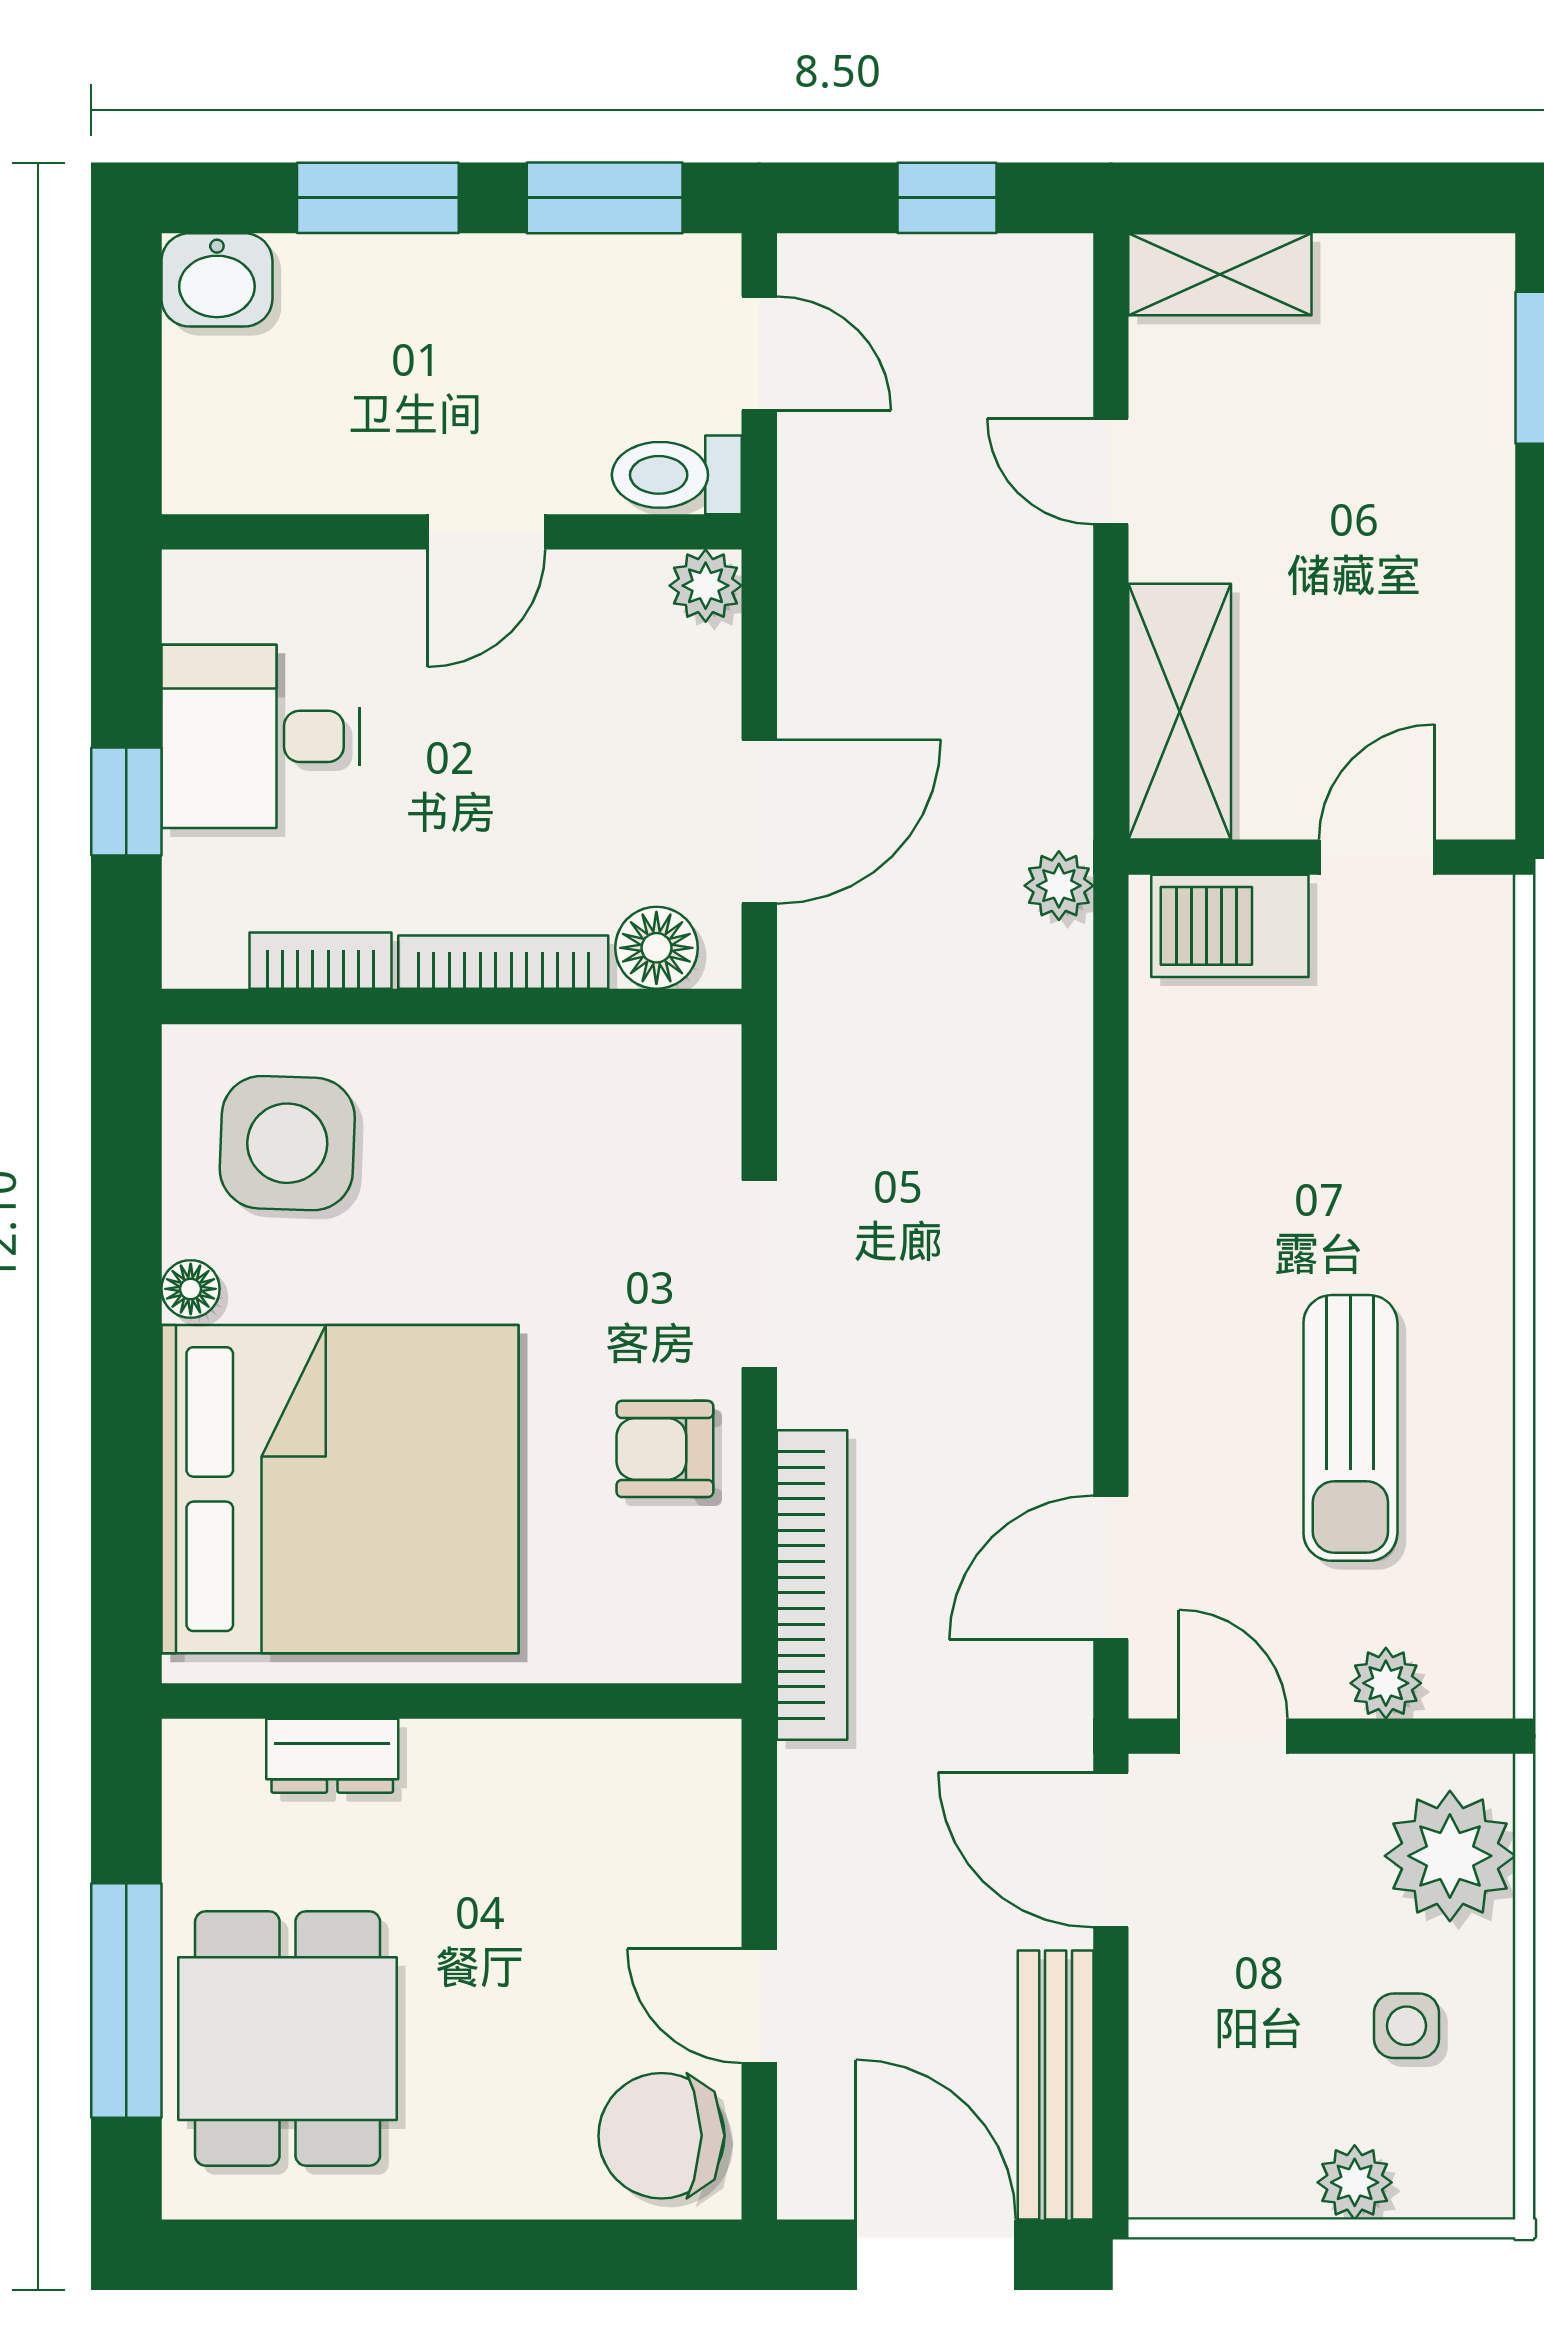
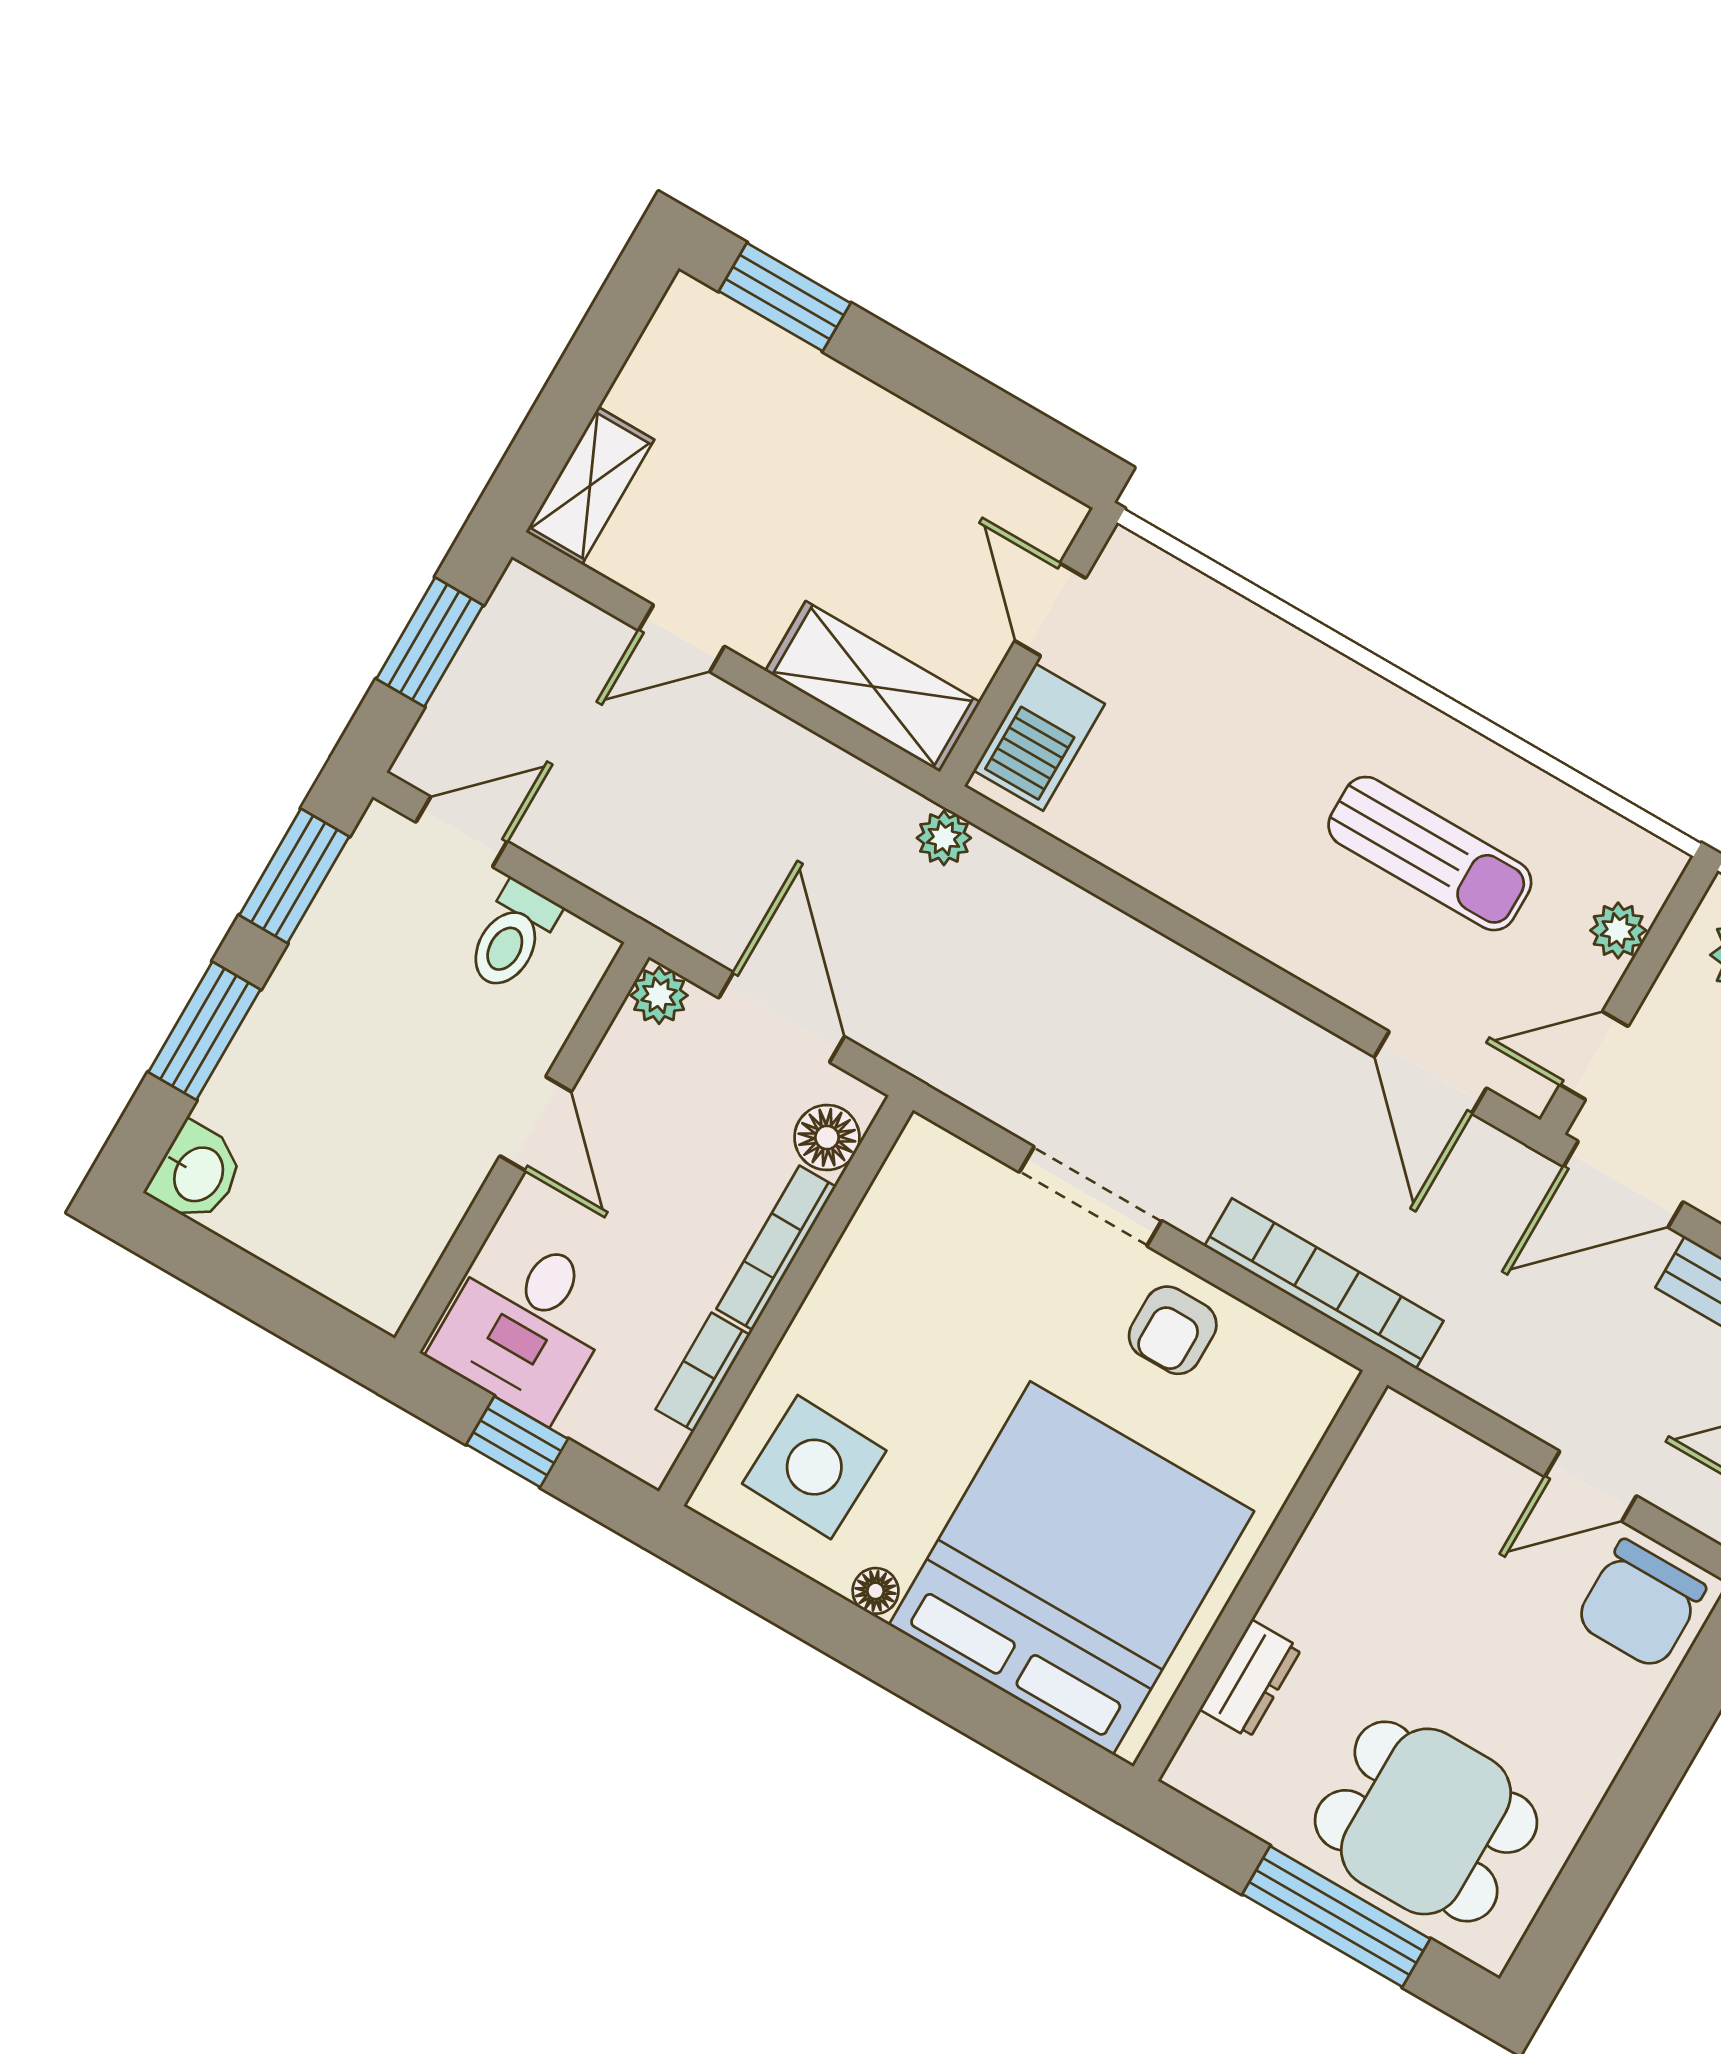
window: (947, 198) -> (430, 642), width x1.50
wall: (452, 532) -> (522, 1148), moved
door: (486, 532) -> (536, 1124), moved
plant: (706, 586) -> (659, 995), moved

